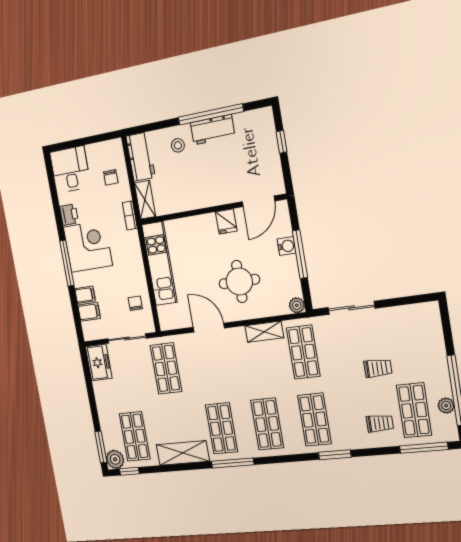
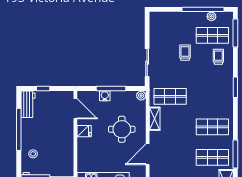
workbench: (213, 130) -> (28, 104), moved
shop shelf: (314, 420) -> (212, 96), removed

